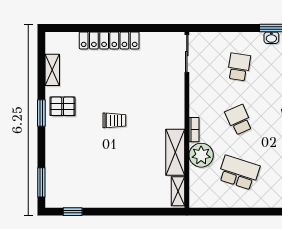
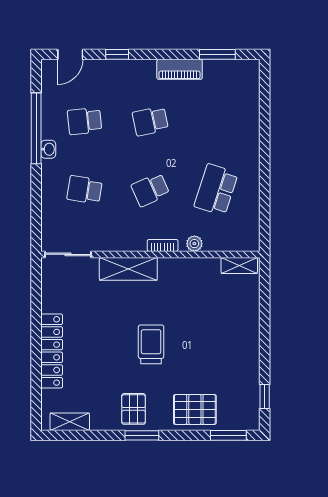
shelving: (52, 70) -> (70, 422), moved
trolley: (114, 120) -> (151, 344), width x1.36, depth x1.39
shelving: (175, 152) -> (128, 269), moved
plant: (201, 155) -> (194, 244), width x0.53, depth x0.53
pallet: (62, 156) -> (195, 409), added

